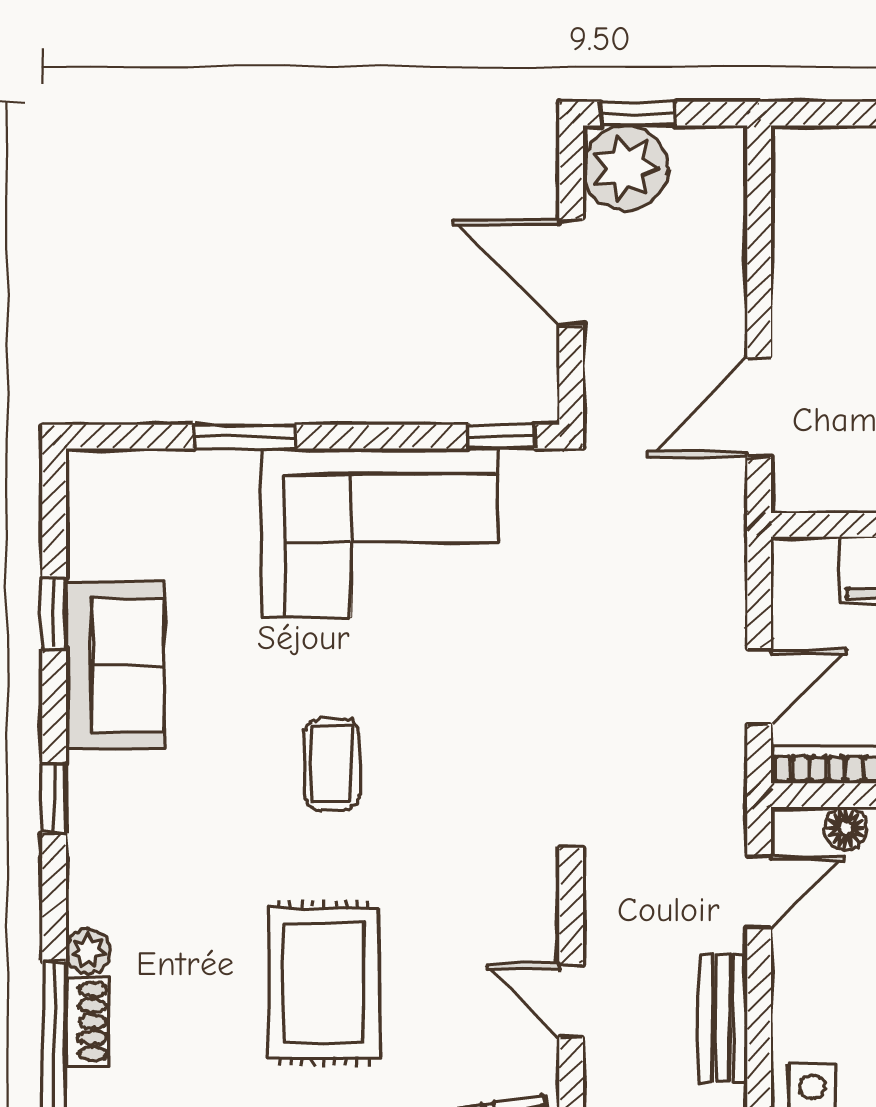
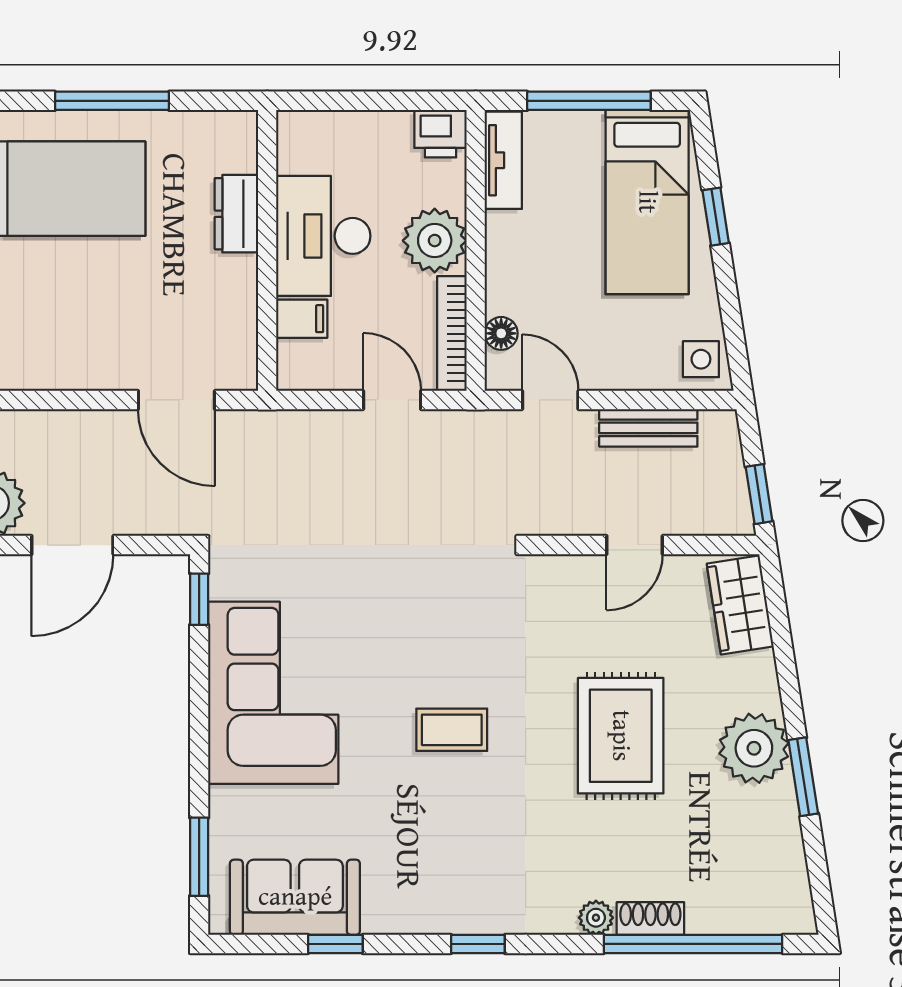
window: (245, 437) -> (199, 857), moved
sofa: (115, 665) -> (295, 897), moved
rug: (324, 983) -> (621, 736), turned 90

